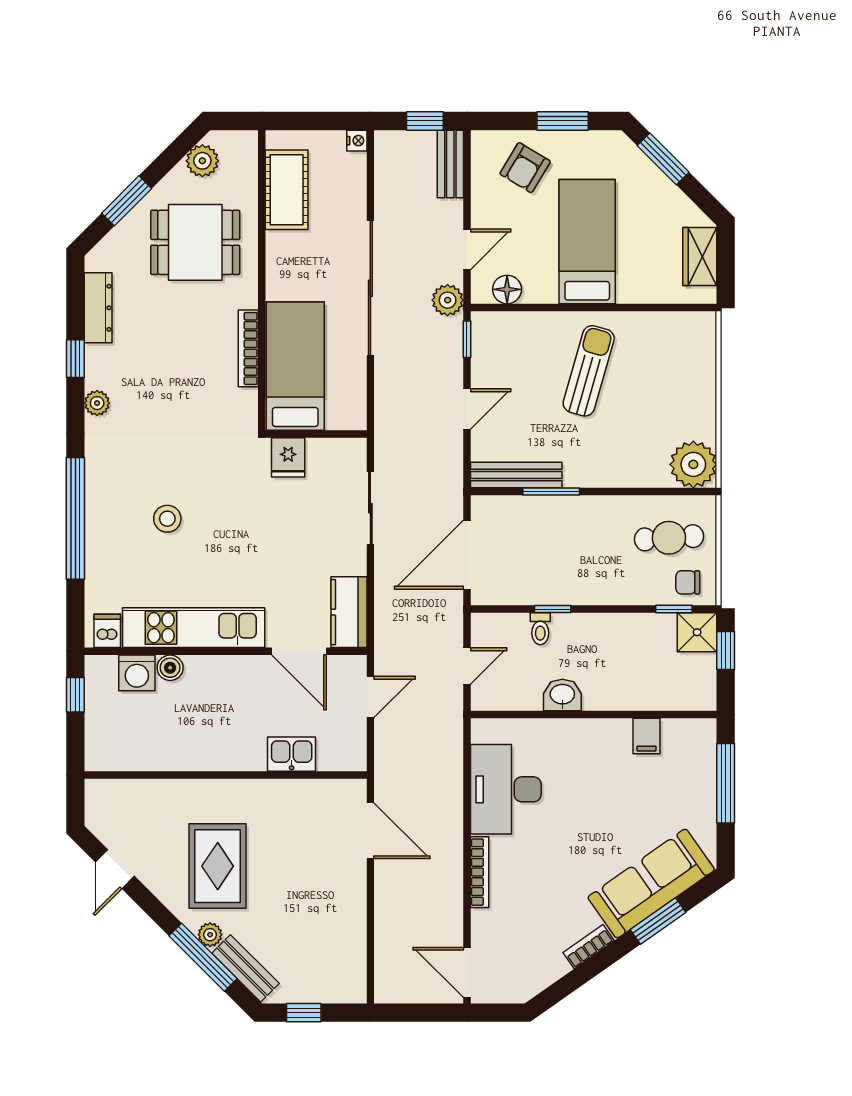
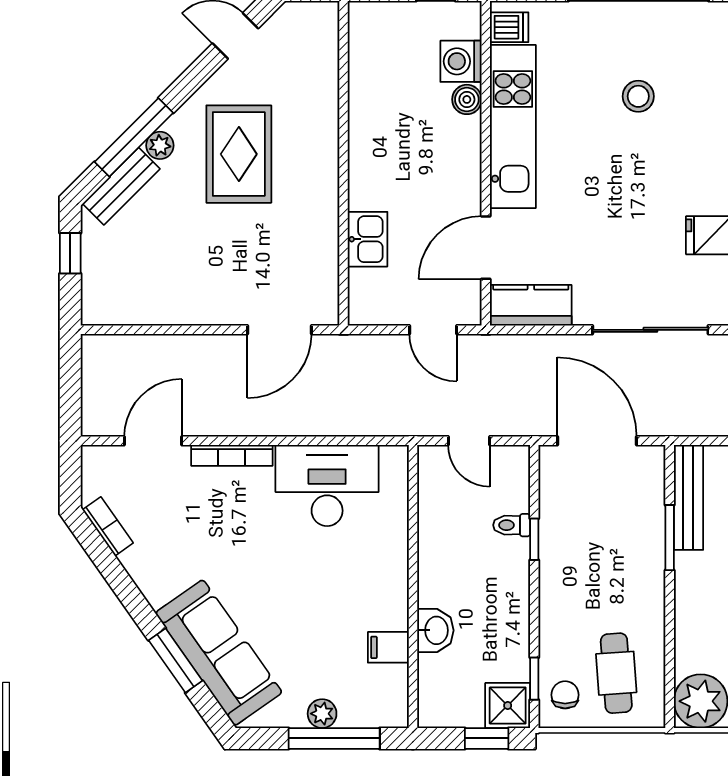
sliding door: (370, 508) -> (650, 330), width x1.37
washbasin: (562, 695) -> (435, 630), moved
plant: (704, 794) -> (322, 714), added
rug: (218, 866) -> (239, 154), turned 90
bookcase: (589, 947) -> (108, 526), moved
door: (467, 972) -> (153, 441), moved

